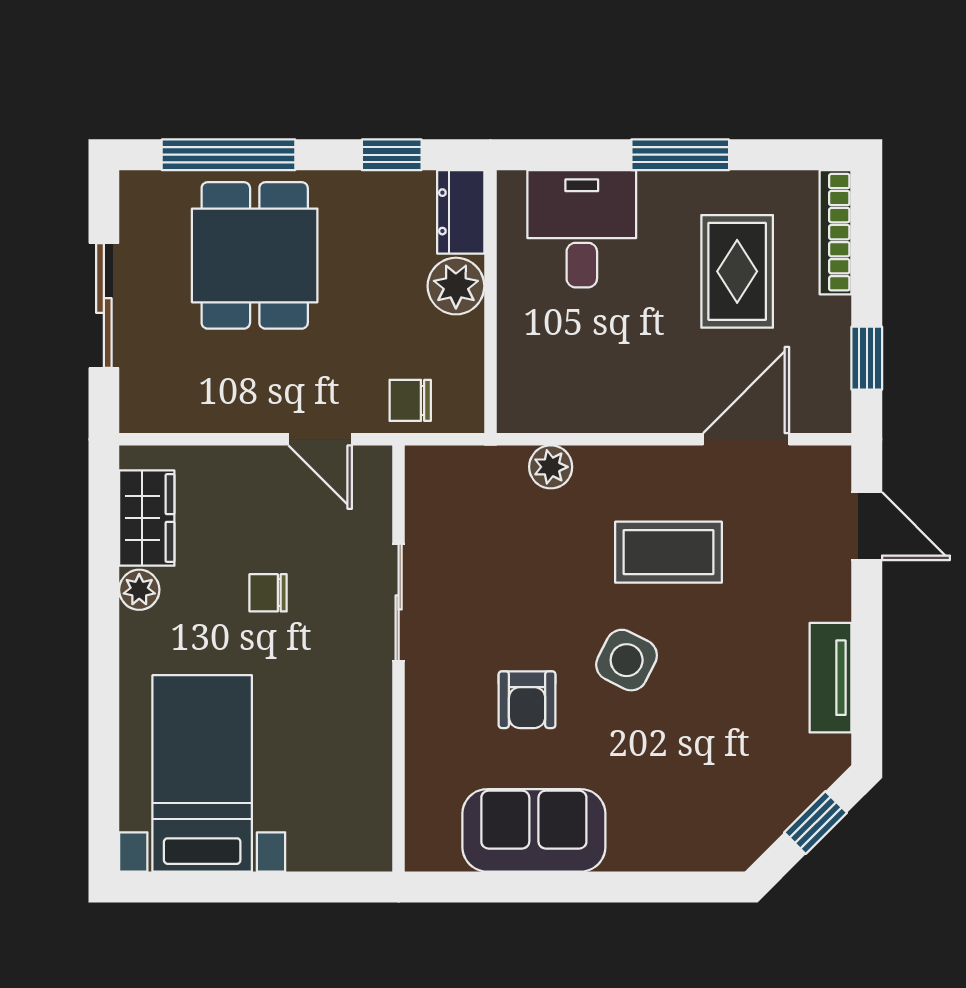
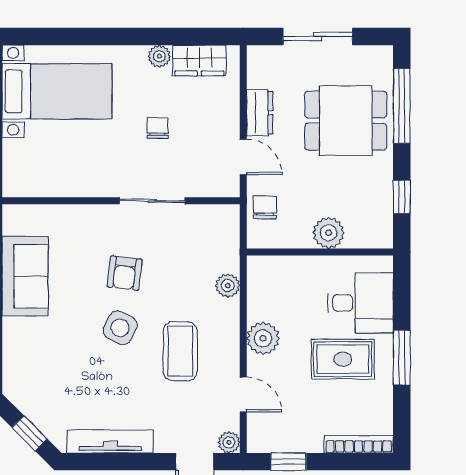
dresser: (461, 212) -> (260, 113), moved, turned 90
rug: (737, 271) -> (343, 359), moved
plant: (645, 404) -> (263, 338), added
door: (320, 439) -> (243, 157), swing flipped
door: (746, 439) -> (243, 395), width x0.73
plant: (832, 465) -> (229, 442), added
tv unit: (831, 678) -> (110, 442), width x1.41
armchair: (527, 700) -> (125, 273), moved, turned -83

